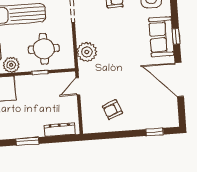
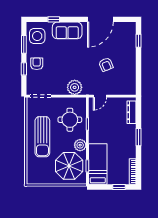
window: (176, 36) -> (54, 19), moved
door: (78, 86) -> (100, 96), hinge flipped
armchair: (112, 110) -> (106, 64), moved

